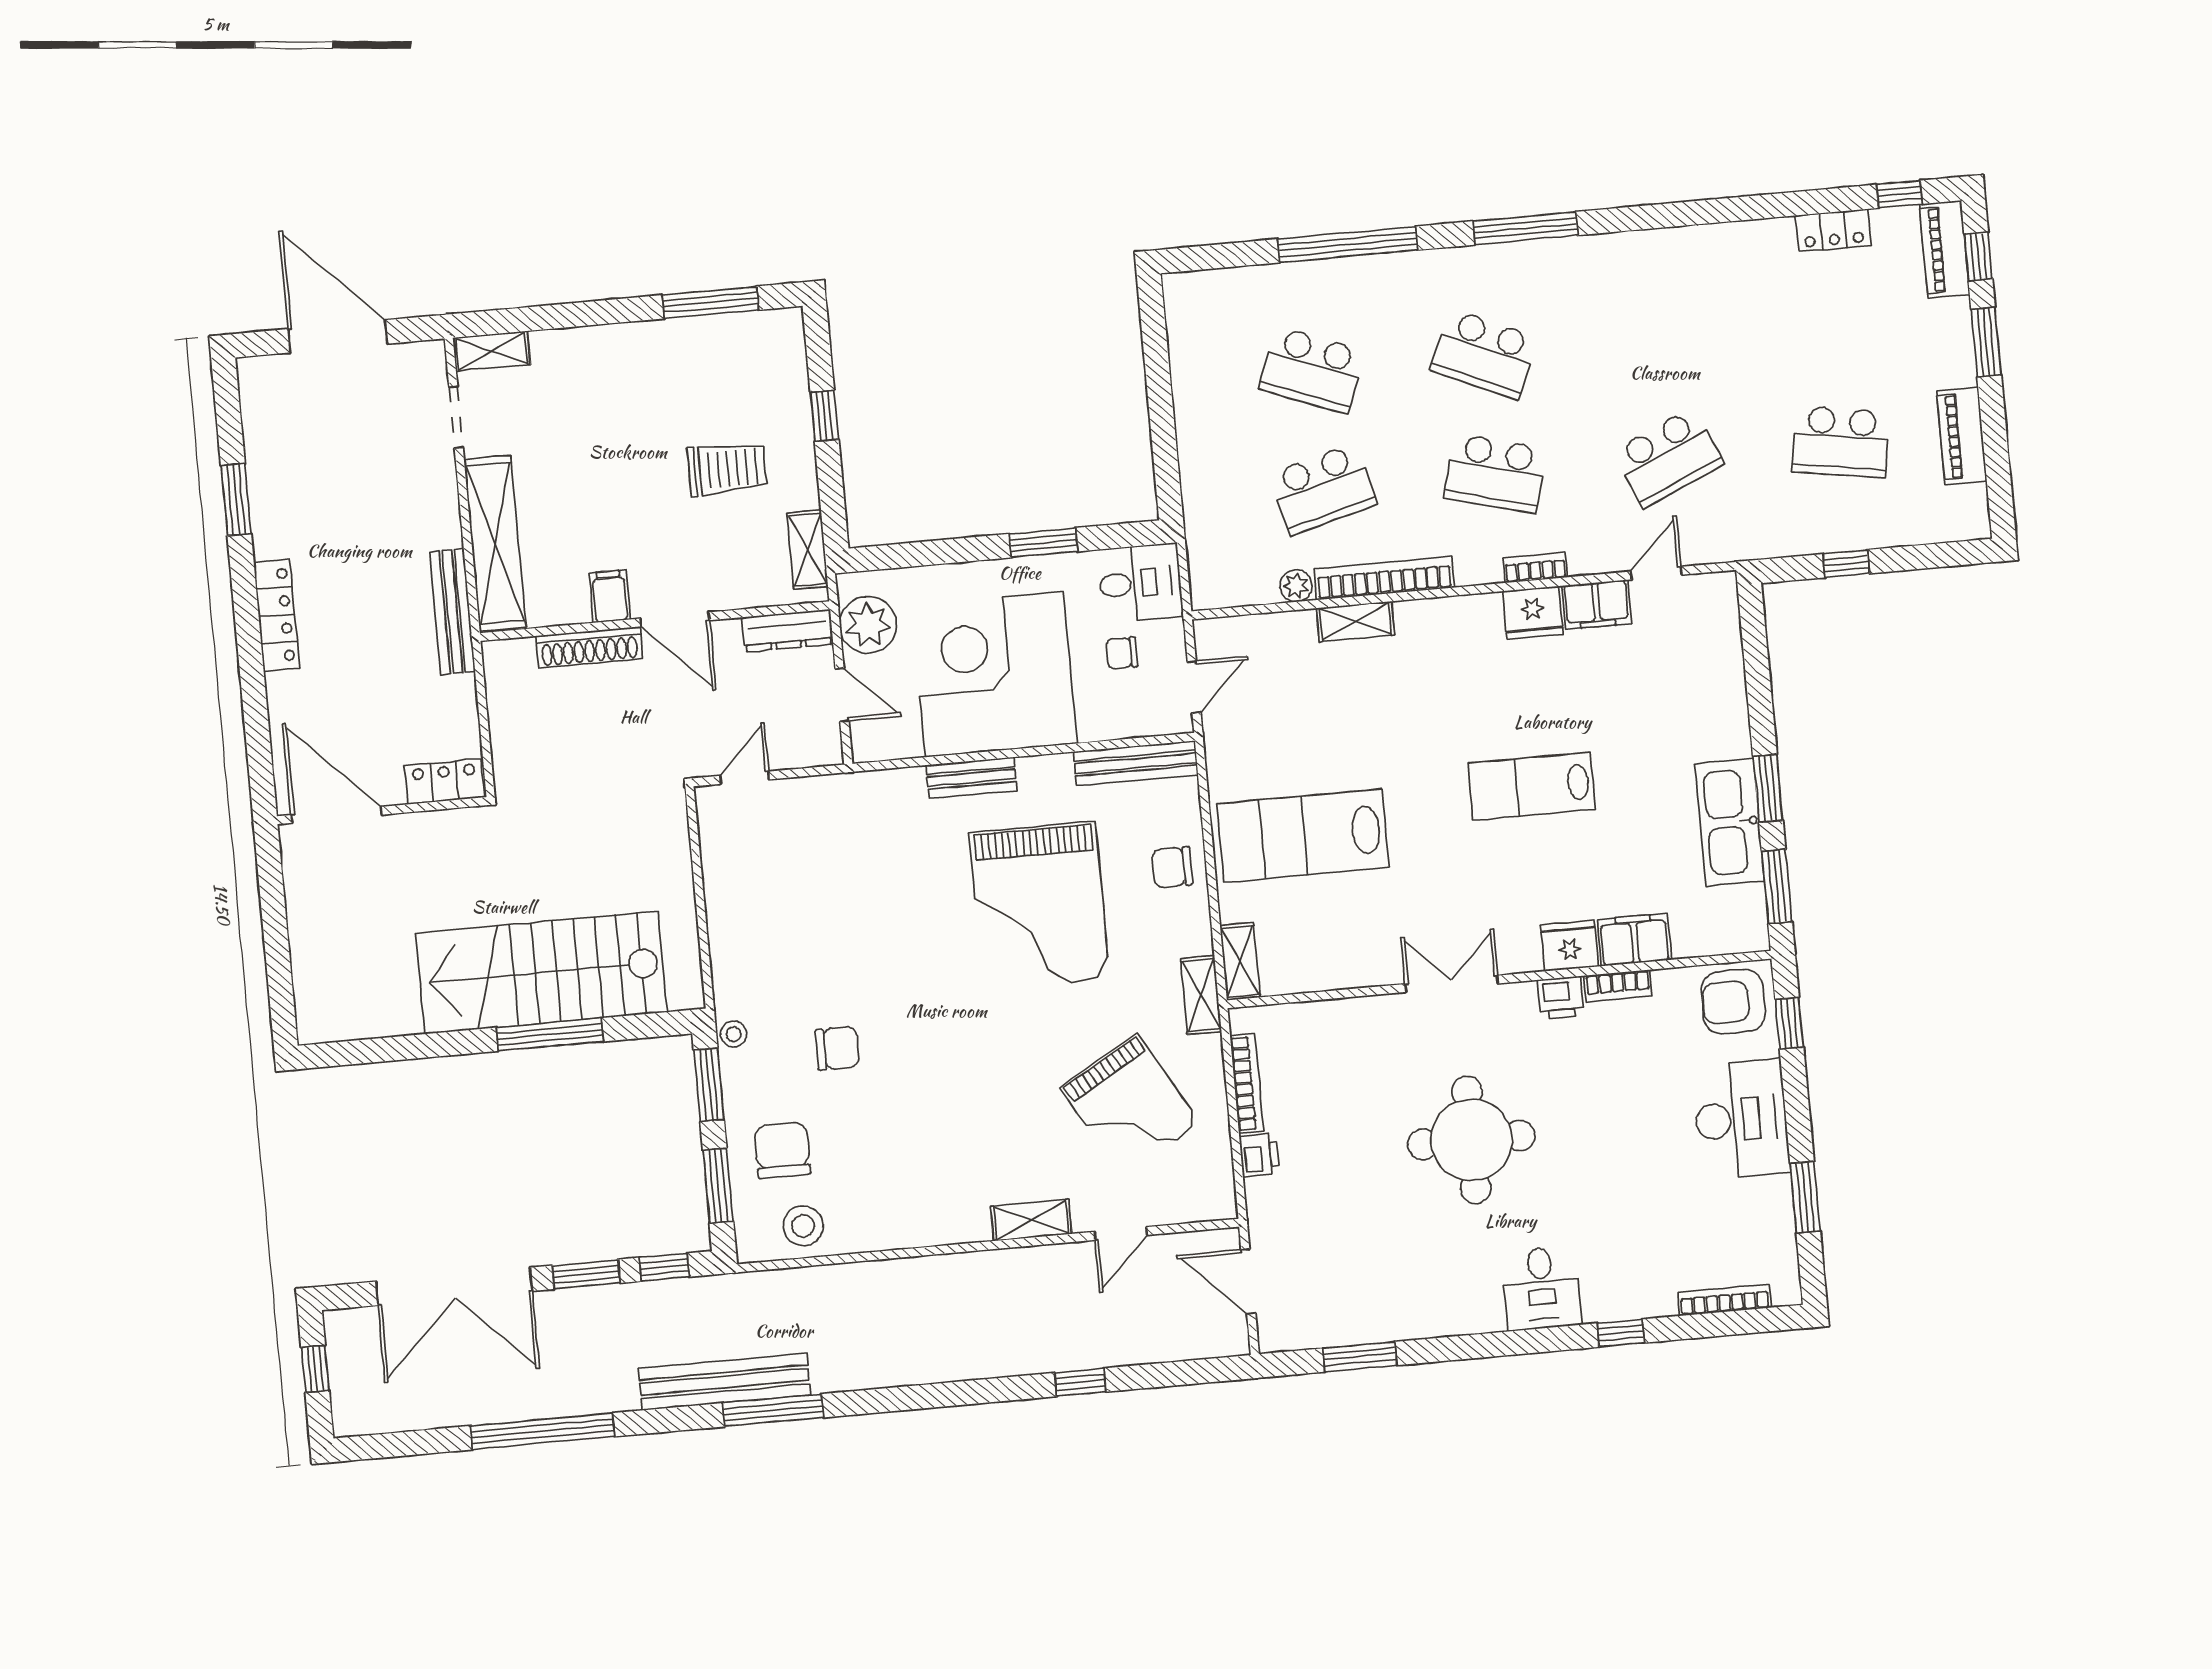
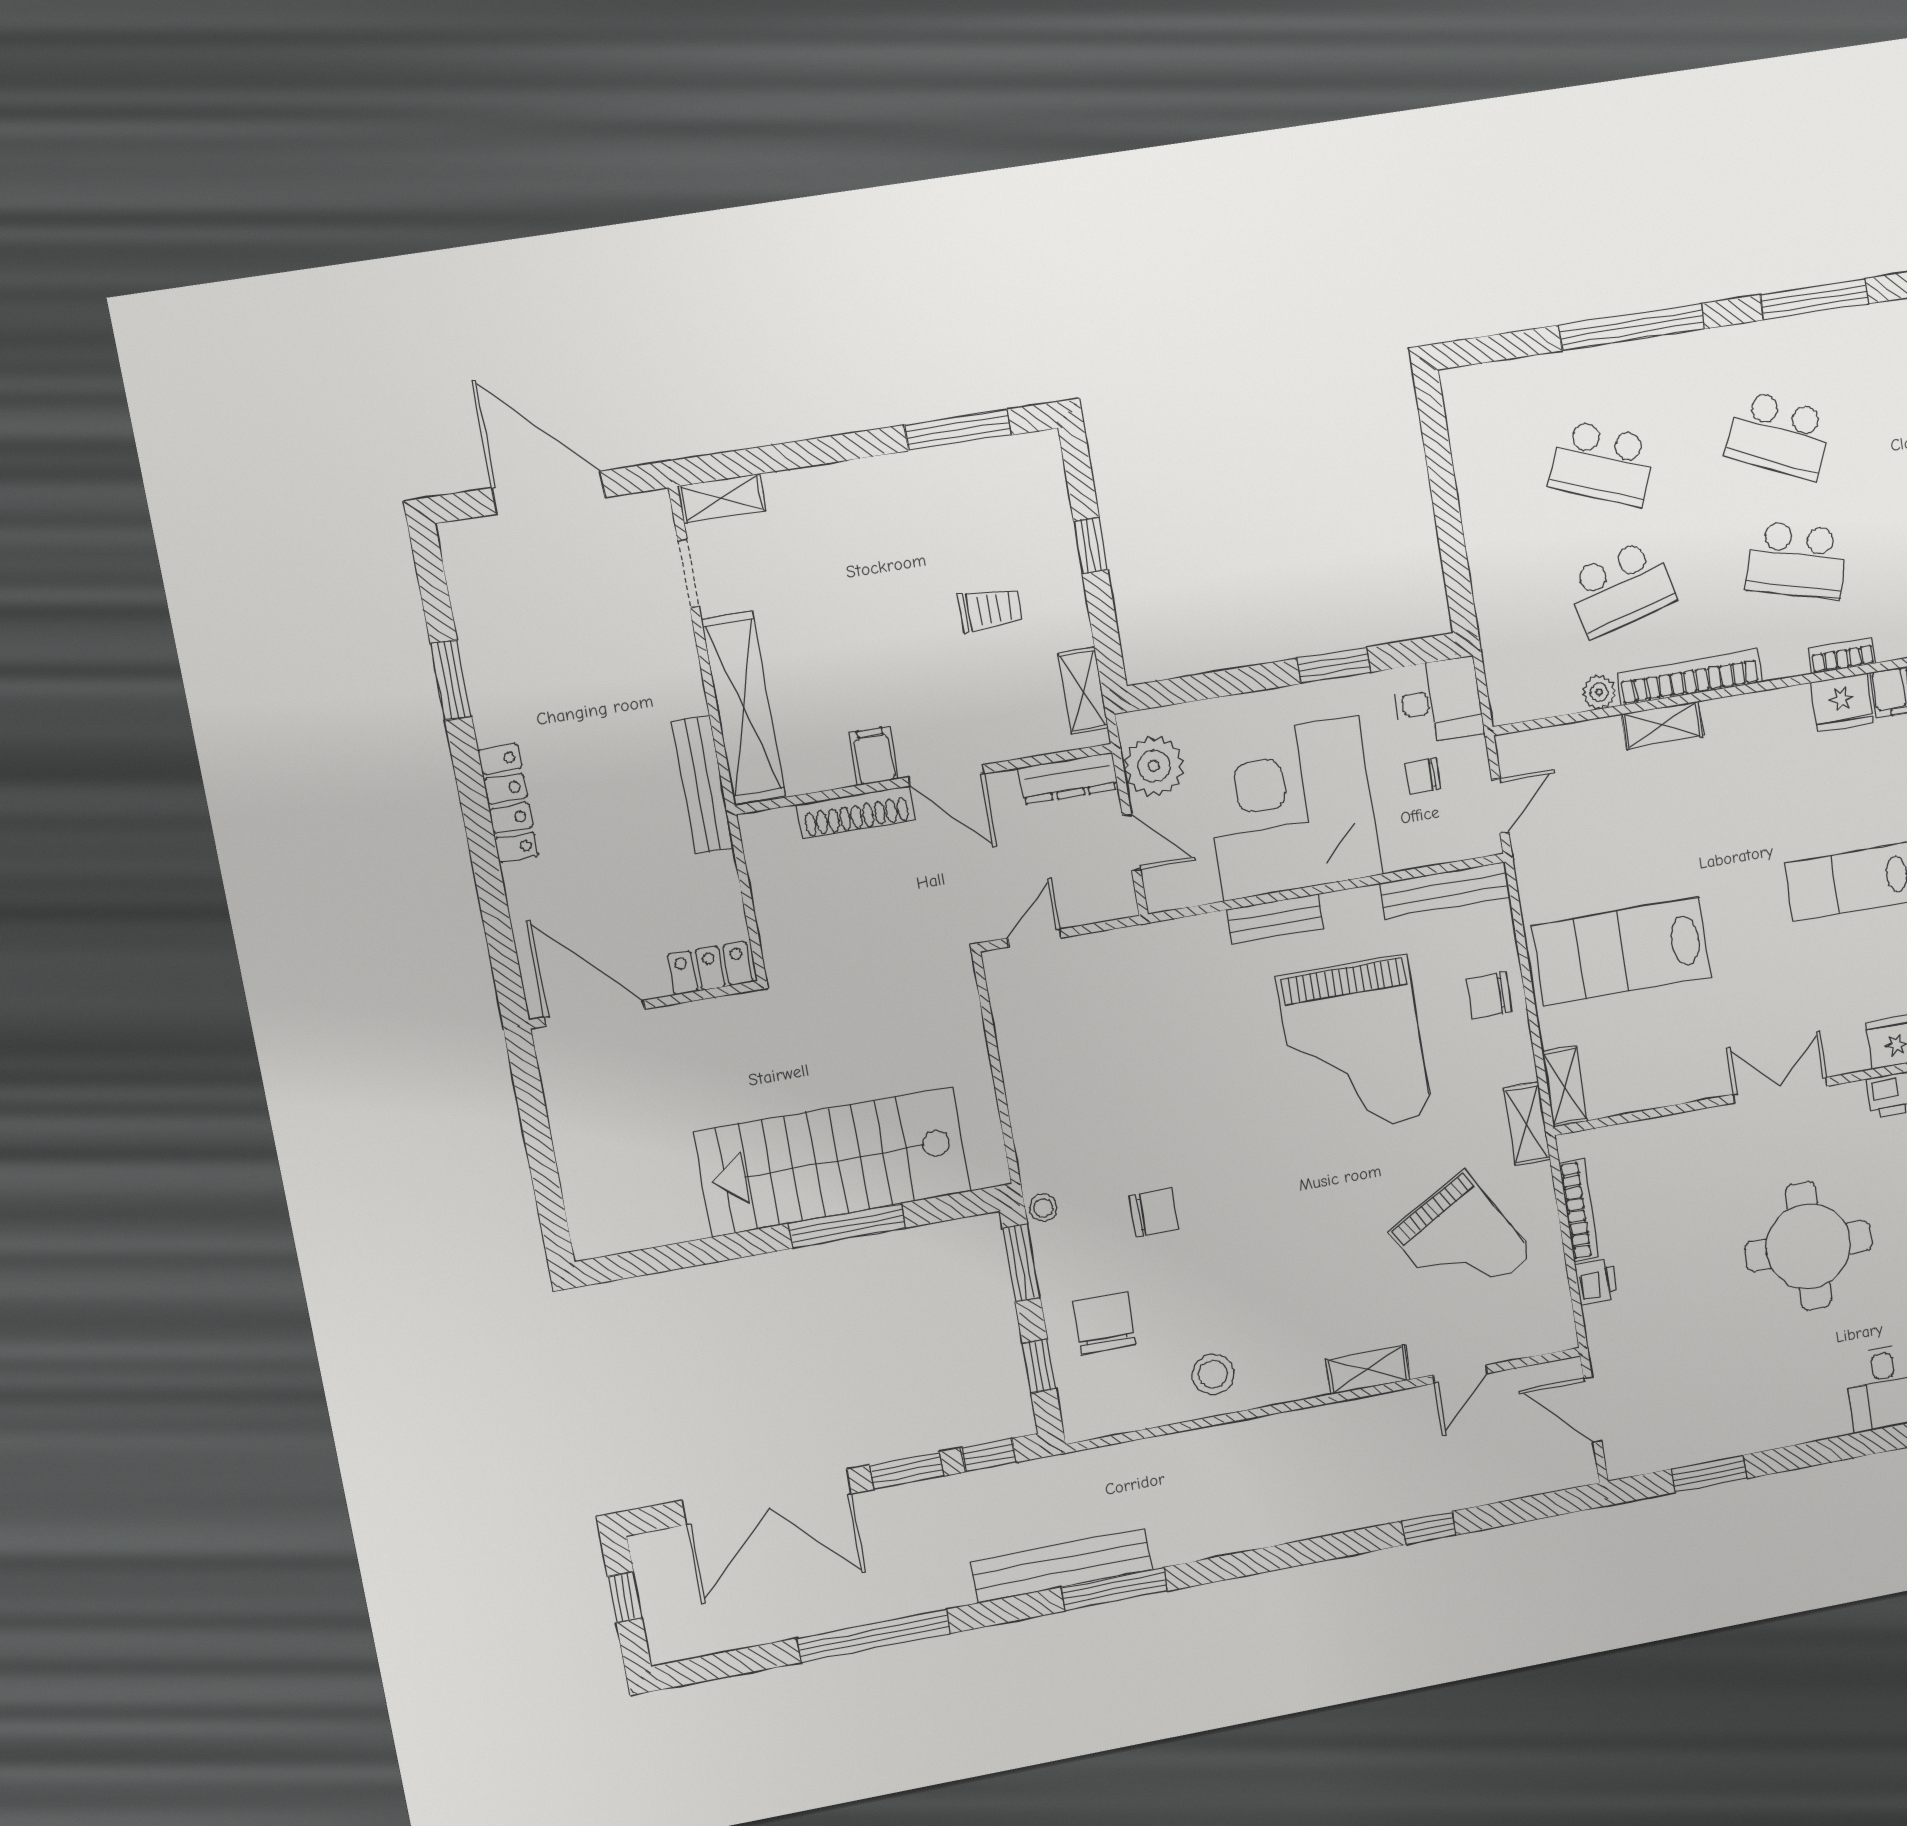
trolley: (727, 469) -> (990, 609), width x0.73, depth x0.72
window: (718, 1186) -> (1039, 1366), width x0.67
stool: (803, 1226) -> (1213, 1374), moved

